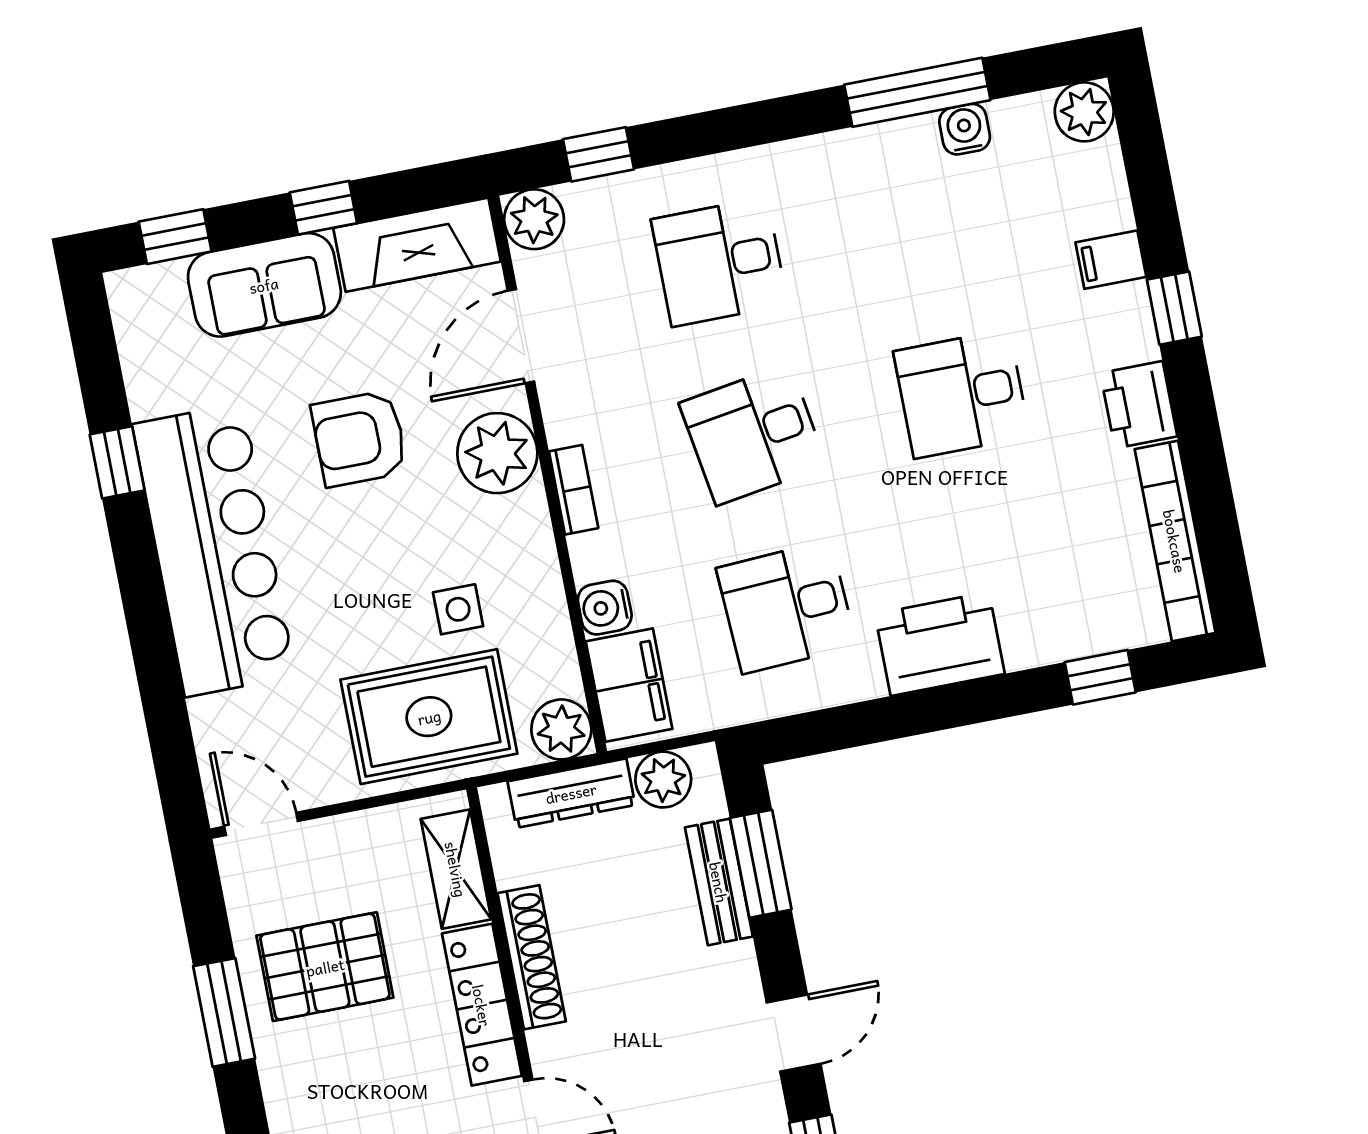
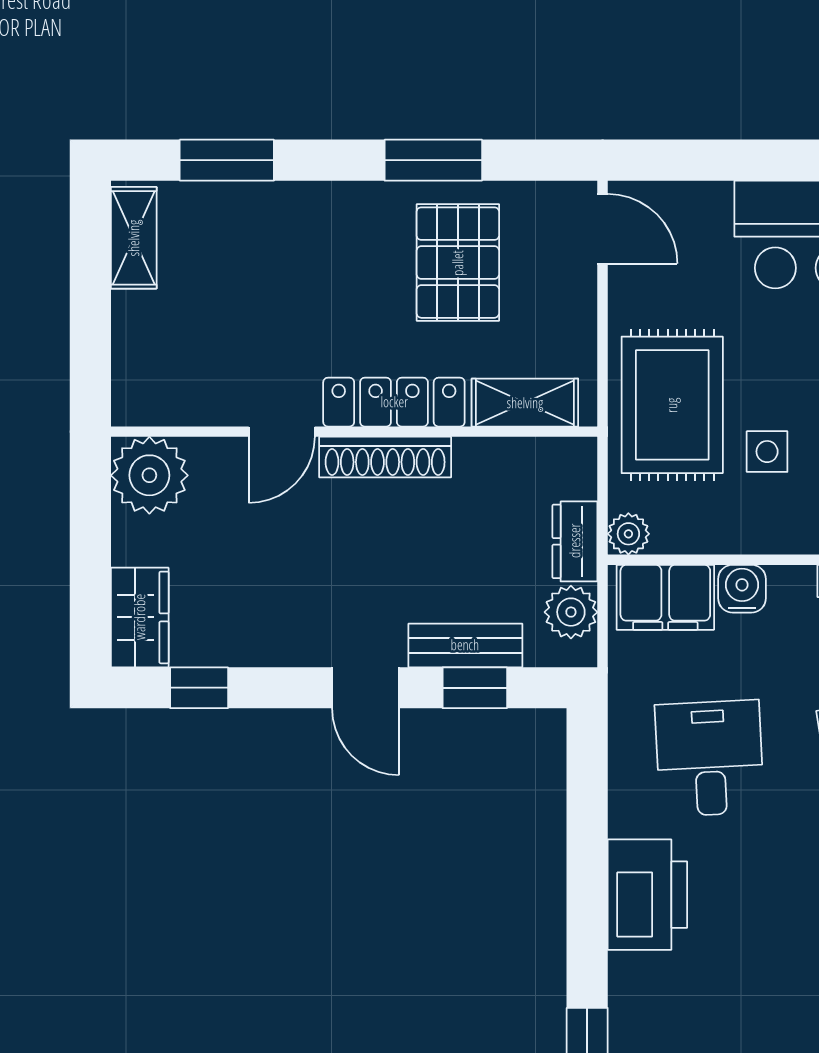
plant: (561, 729) -> (628, 534), width x0.73, depth x0.73
dresser: (571, 793) -> (575, 541), width x0.70
door: (261, 824) -> (603, 229), hinge flipped
window: (761, 864) -> (475, 688), width x0.67
shoe rack: (532, 957) -> (385, 457), moved
door: (794, 1033) -> (366, 688), moved

